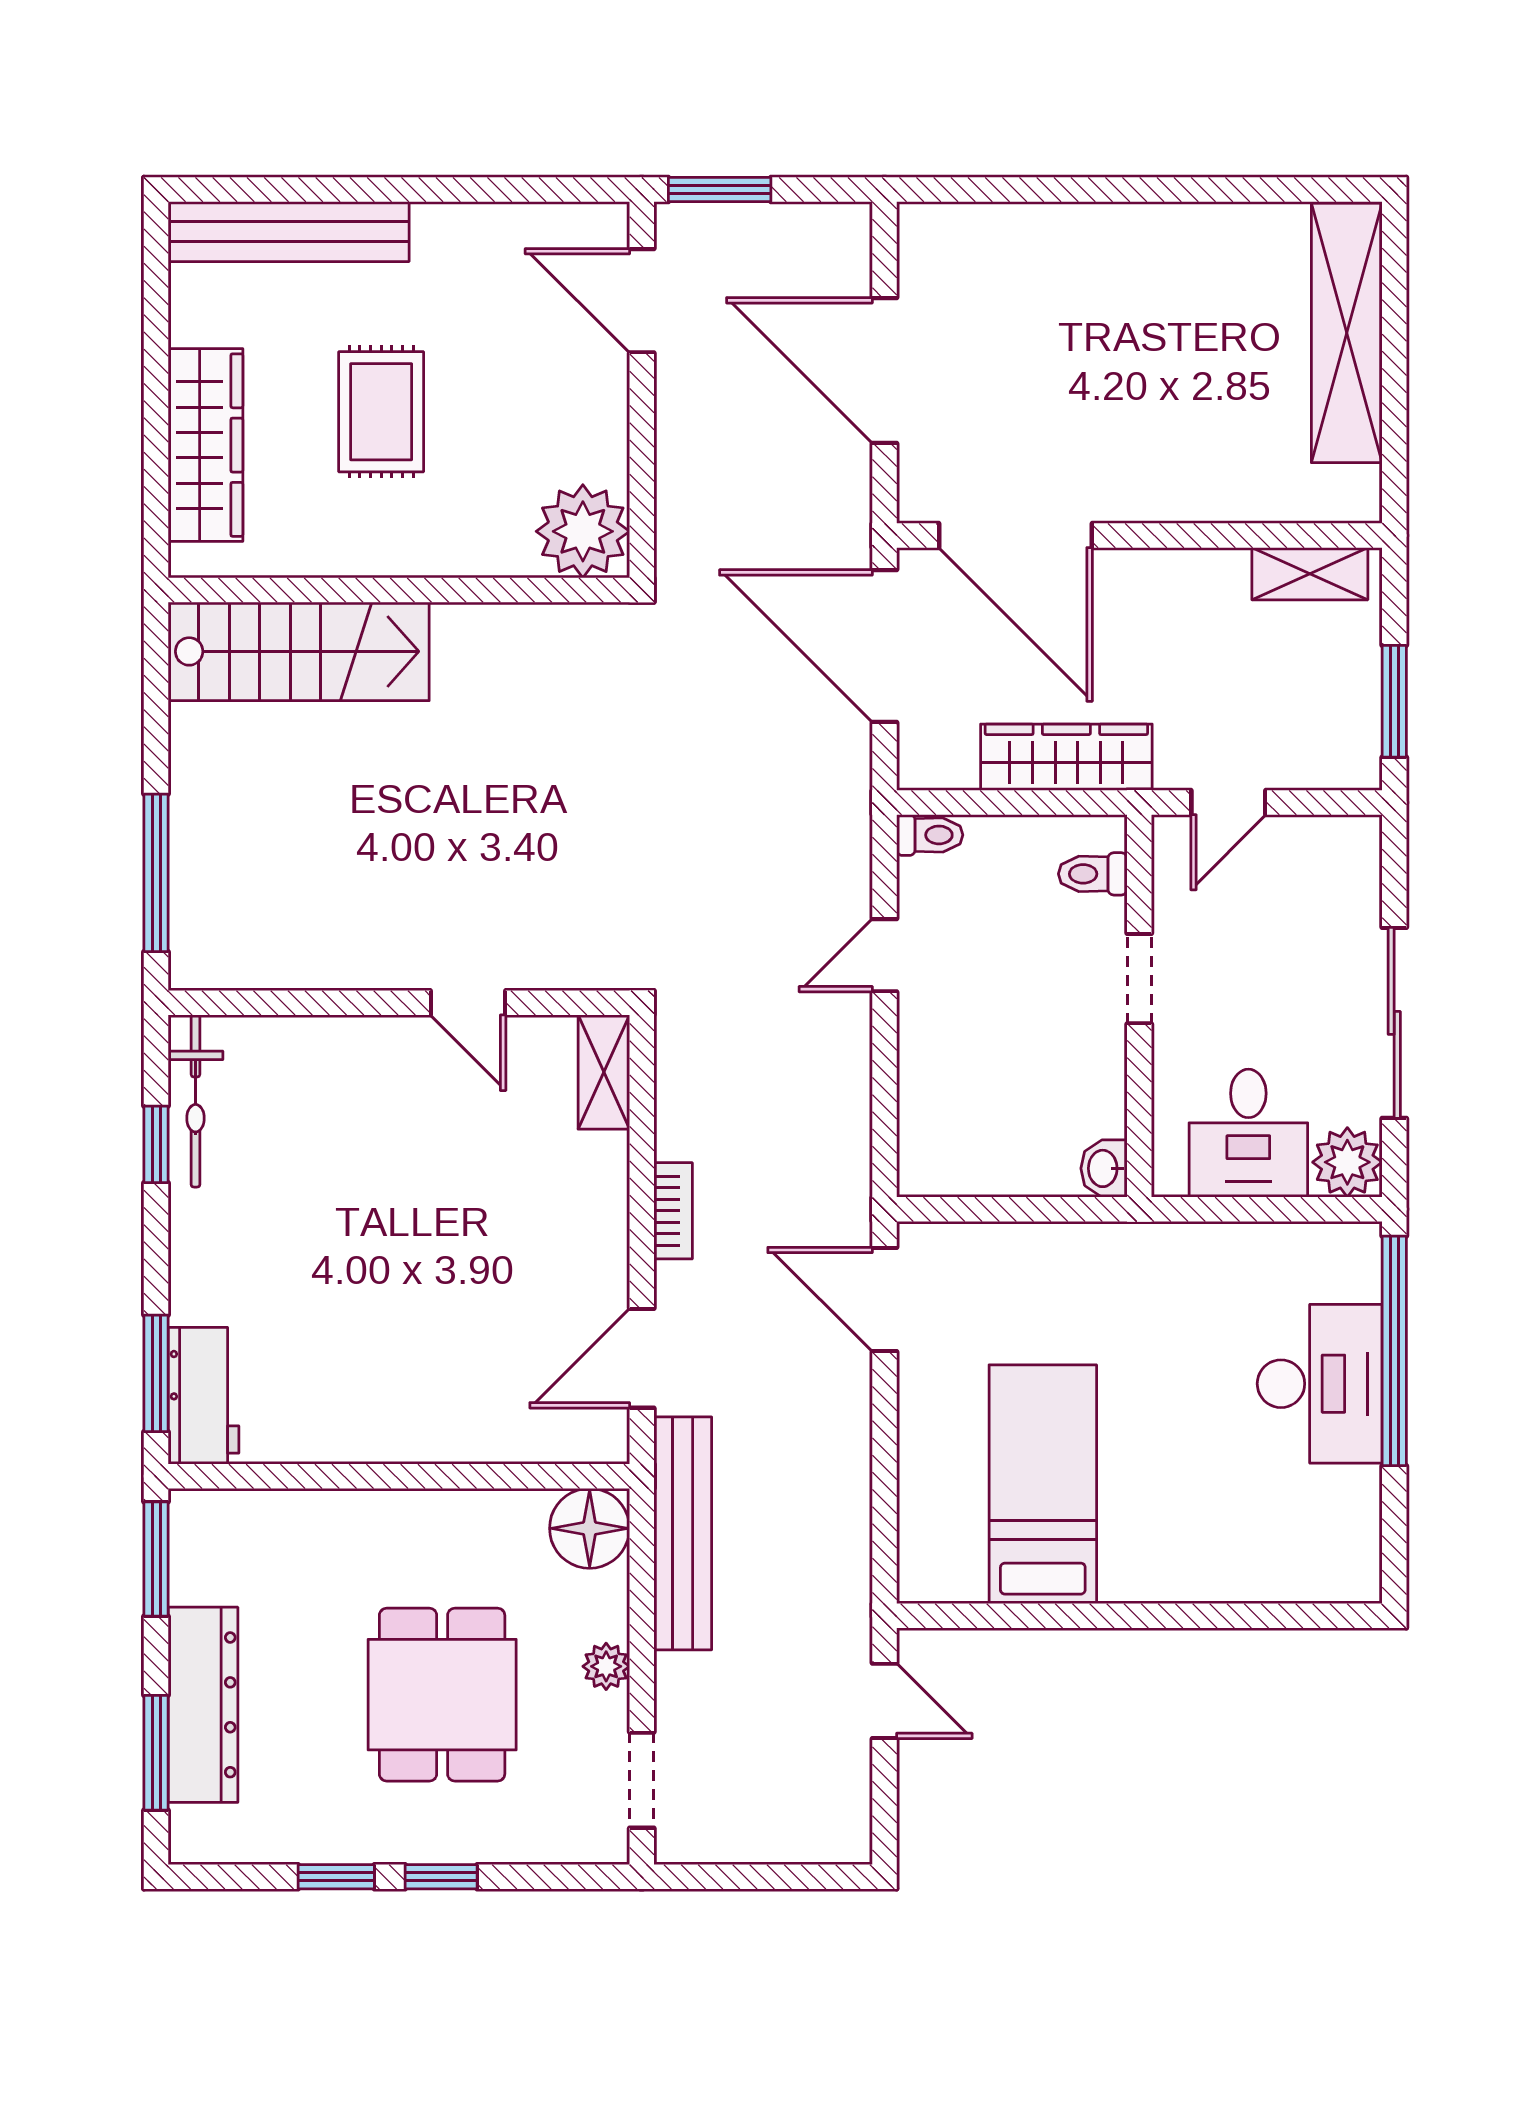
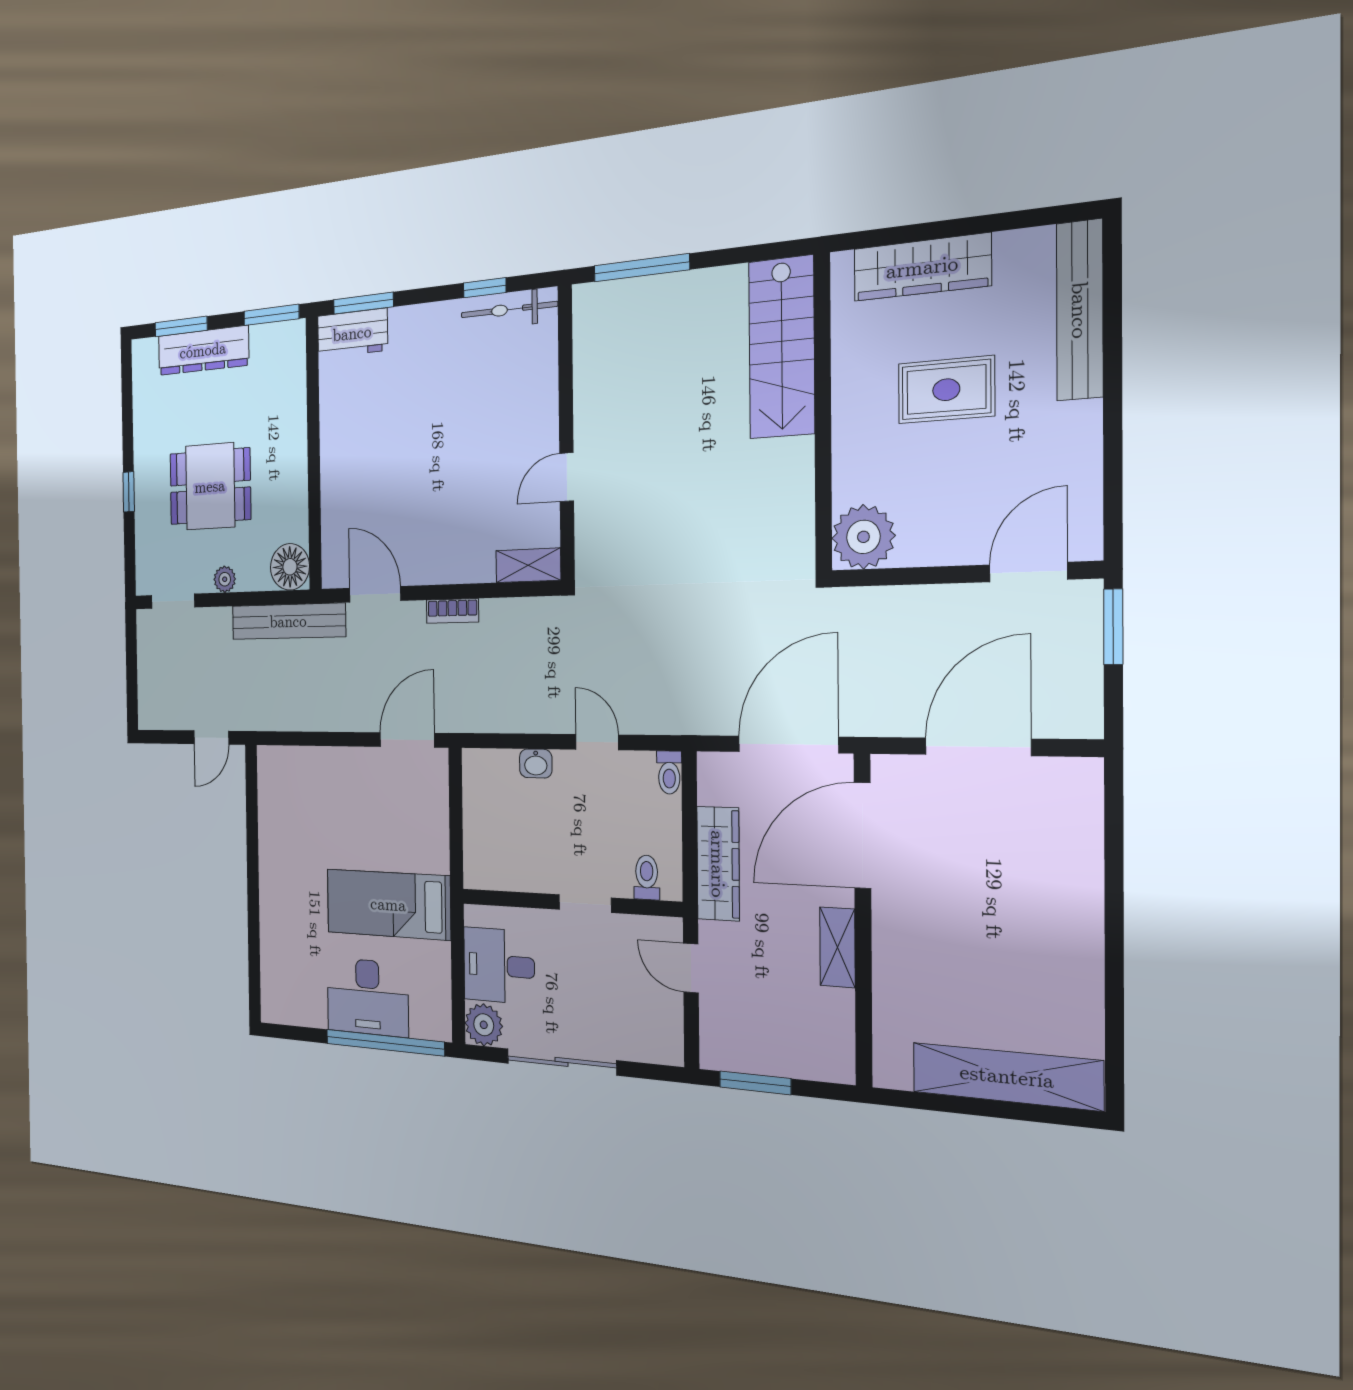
shelving: (1310, 574) -> (837, 947), moved
washbasin: (1104, 1168) -> (536, 763), moved, turned 180
bed: (1043, 1484) -> (388, 904), moved, turned 180
window: (336, 1877) -> (128, 434), removed

